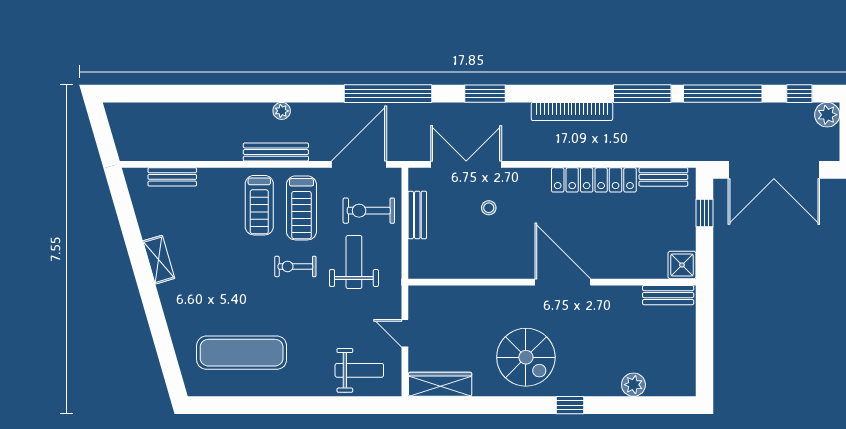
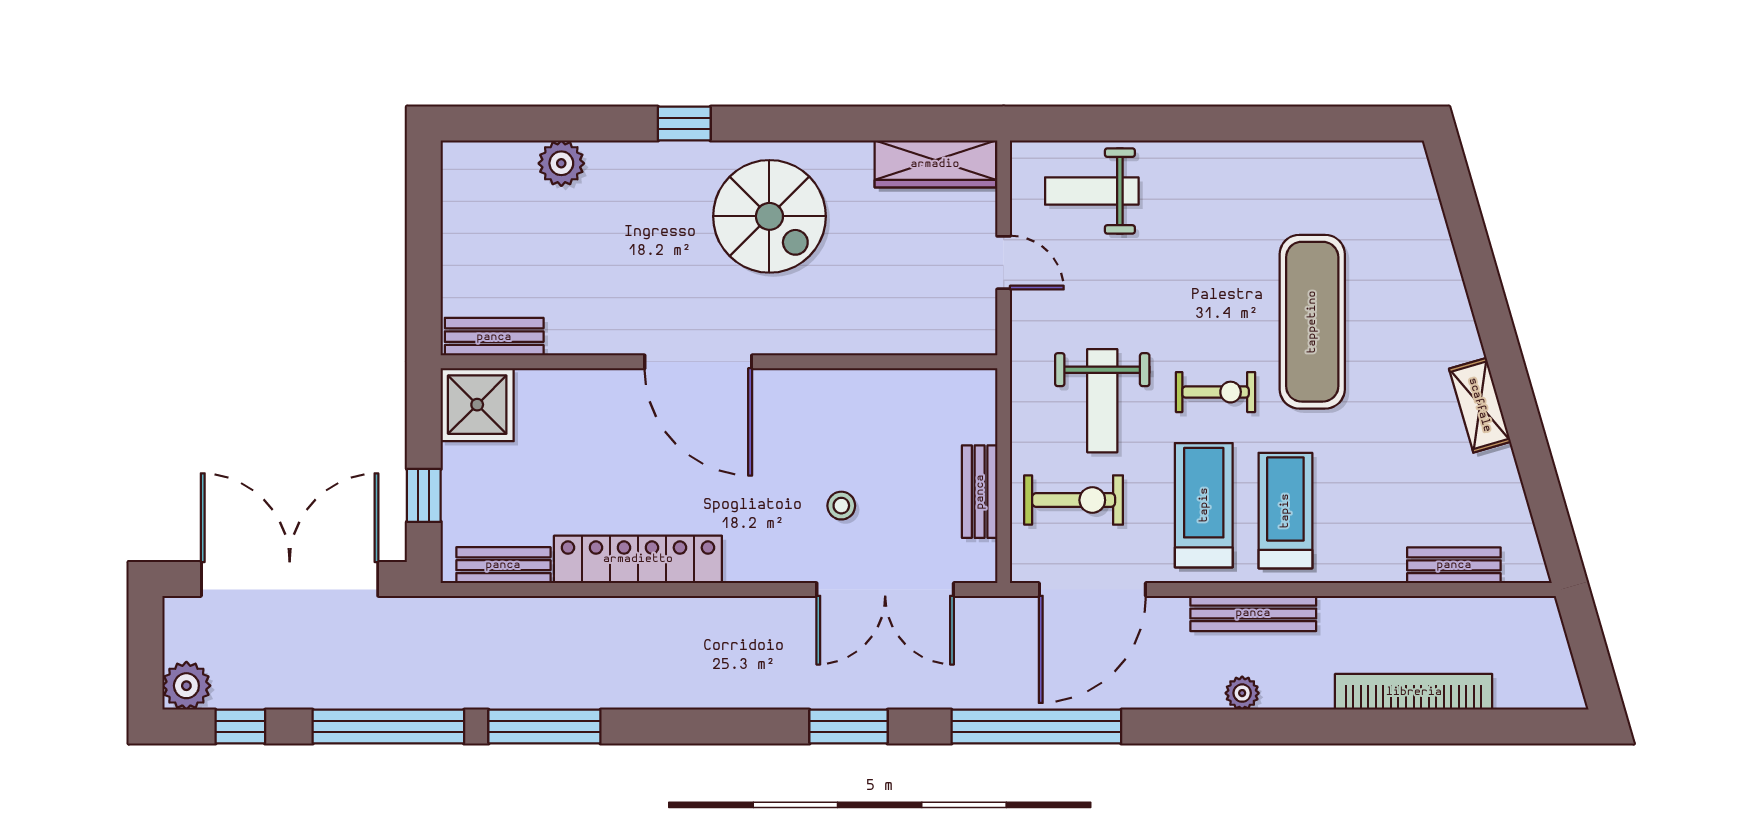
bookcase: (572, 112) -> (1414, 692), moved
shower: (682, 265) -> (477, 405), width x1.36, depth x1.36
exercise mat: (242, 353) -> (1312, 322), moved, turned 90
spiral stairs: (526, 357) -> (769, 216), turned 180

